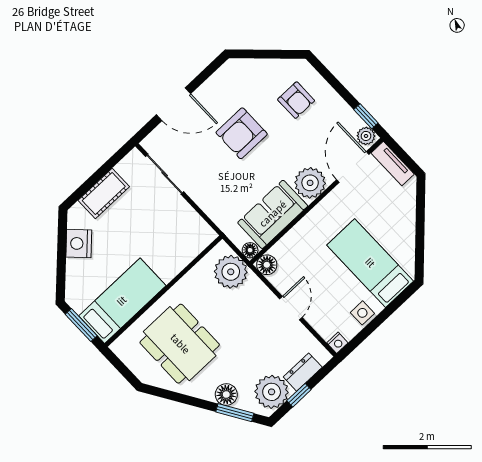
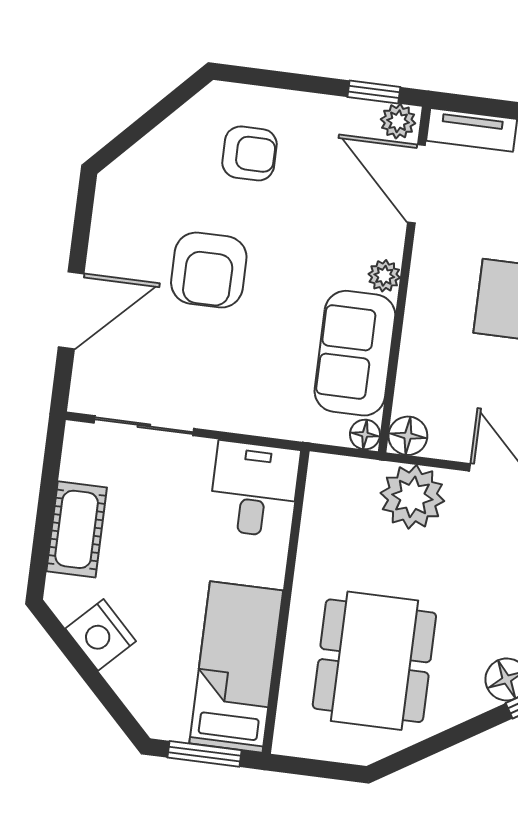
plant: (310, 183) -> (384, 276), width x0.53, depth x0.53
desk: (188, 236) -> (254, 489), added
plant: (231, 272) -> (412, 497), moved
dining table: (180, 344) -> (374, 661), turned 90

